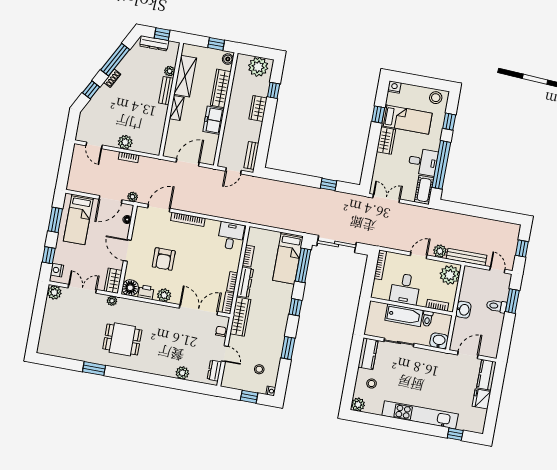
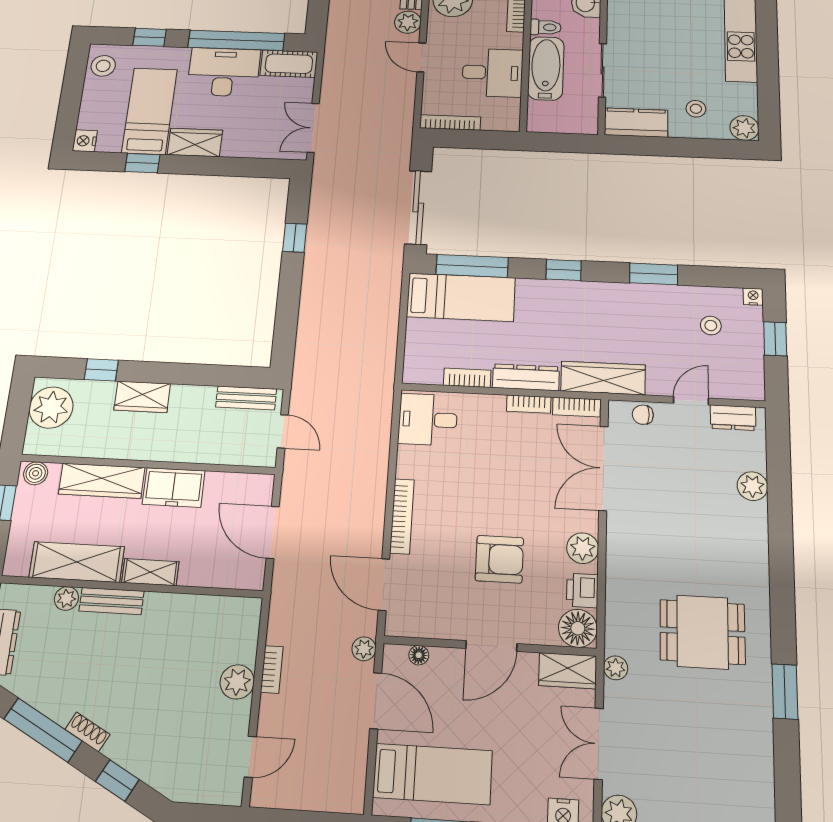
desk: (423, 162) -> (224, 72), width x1.37
dining table: (122, 339) -> (702, 632), turned 90

